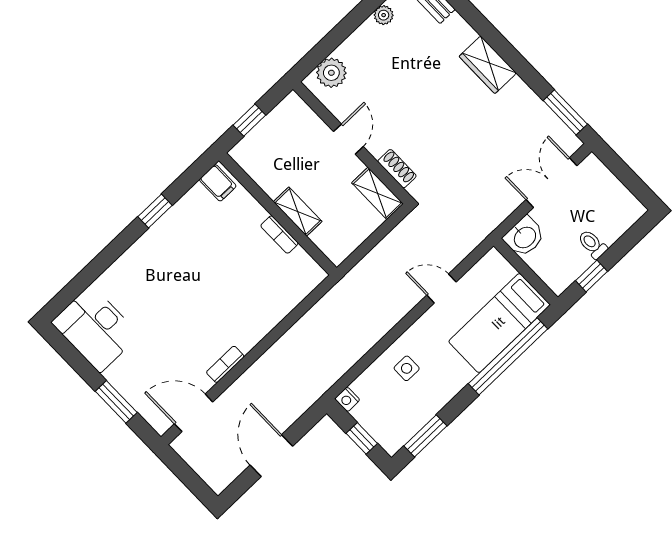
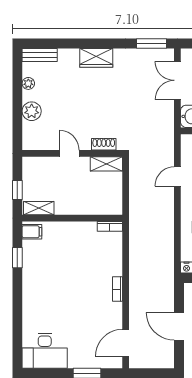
plant: (331, 73) -> (32, 111), moved
window: (155, 211) -> (17, 258), moved
shelving: (298, 212) -> (39, 208), moved
bookcase: (279, 235) -> (110, 226), moved
bookcase: (225, 364) -> (118, 289), moved

